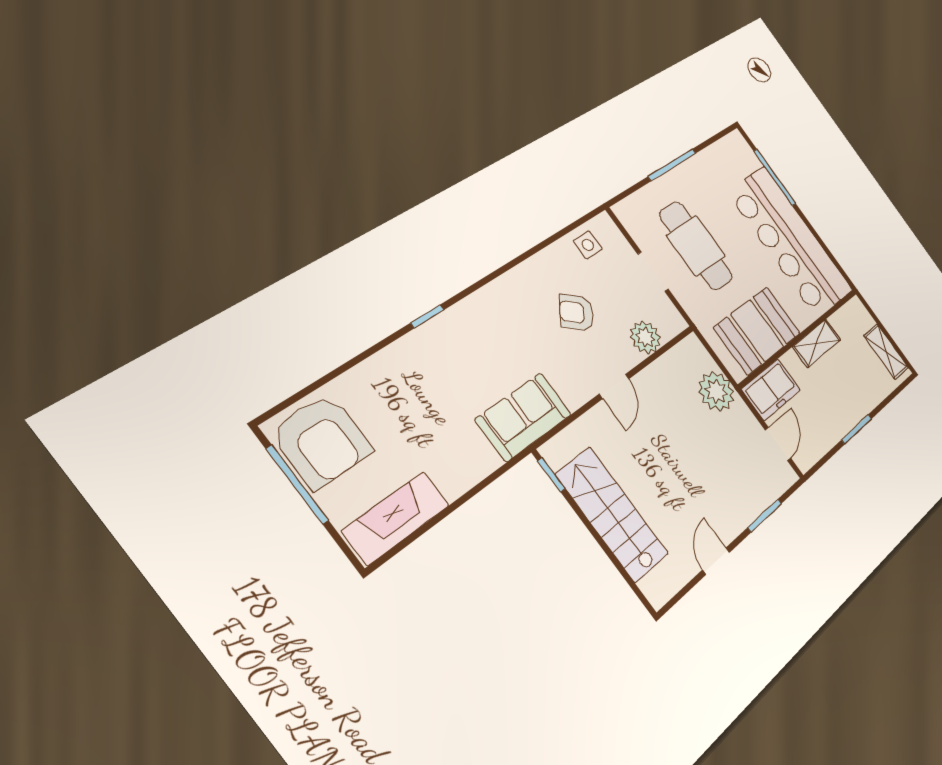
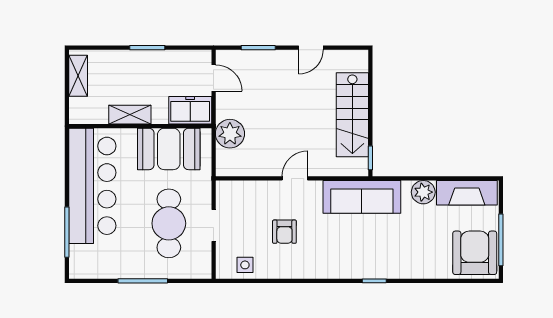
armchair: (577, 313) -> (284, 232), turned 52
plant: (645, 337) -> (423, 192), moved
sofa: (524, 417) -> (362, 197), width x1.36
door: (778, 444) -> (214, 78), swing flipped

